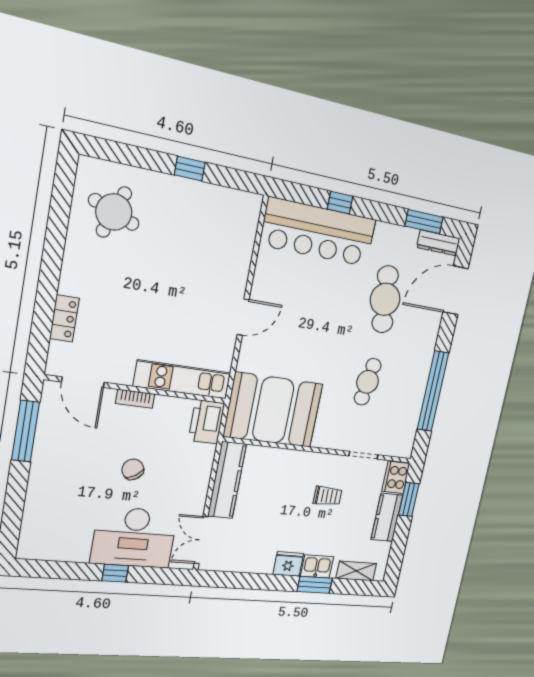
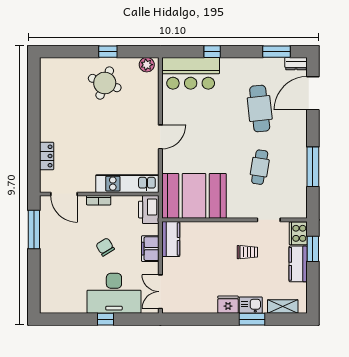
plant: (244, 203) -> (147, 65), added
round table: (114, 212) -> (105, 83), moved
bar counter: (318, 232) -> (191, 73), width x0.73
dresser: (438, 243) -> (296, 64), width x0.70
window: (433, 391) -> (313, 167), width x0.68
filing cabinet: (198, 478) -> (150, 249), added
kitchen counter: (227, 480) -> (171, 239), width x0.67

